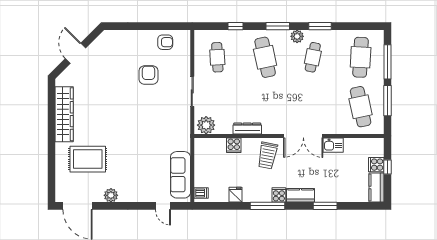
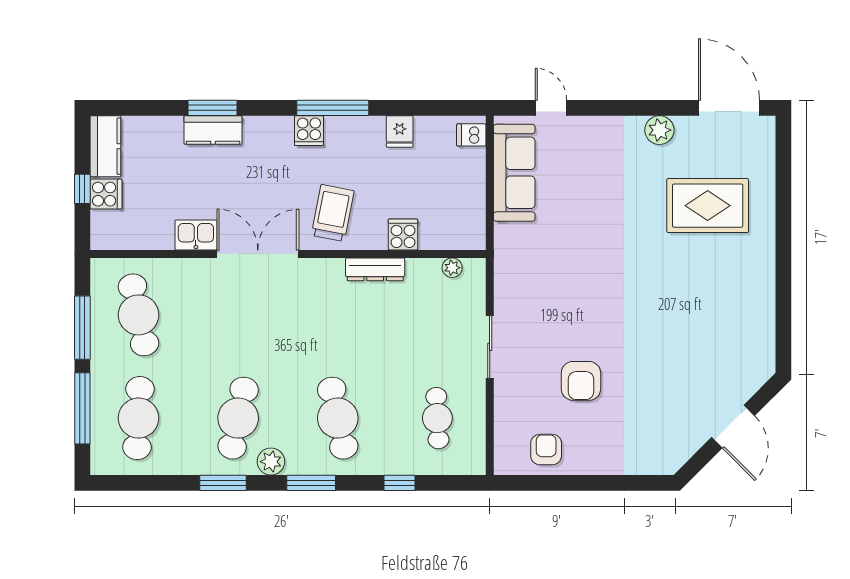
armchair: (165, 42) -> (546, 450), turned 90
cafe table: (313, 57) -> (238, 418), width x1.37, depth x1.35
wardrobe: (64, 114) -> (757, 299), removed
plant: (206, 125) -> (452, 268), width x0.53, depth x0.53
kitchen counter: (301, 195) -> (213, 130), moved

